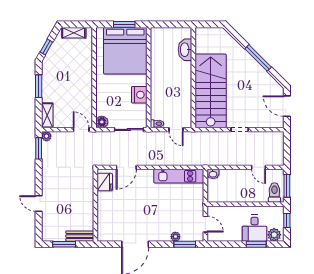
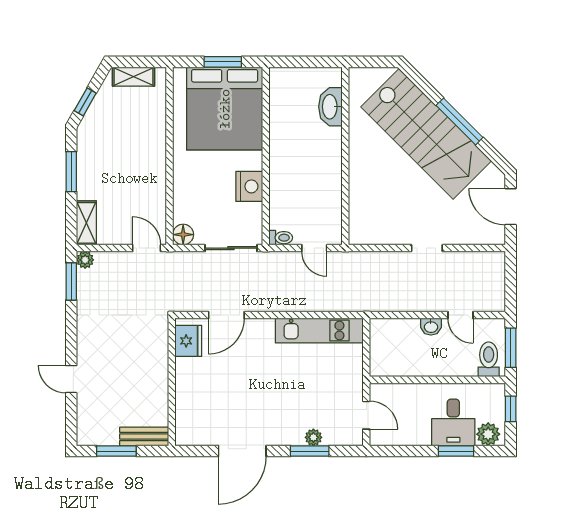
stairs: (211, 91) -> (426, 134), moved, turned 135
washbasin: (213, 174) -> (431, 327), moved
window: (185, 244) -> (310, 451), moved

